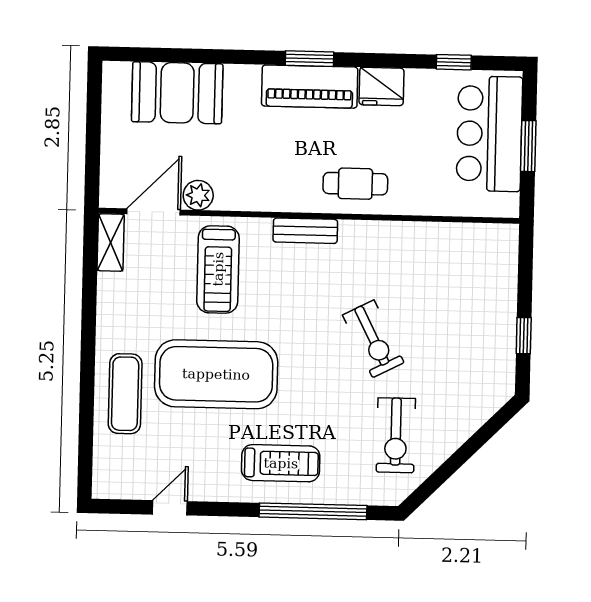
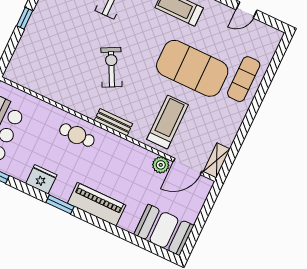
window: (309, 59) -> (60, 204), moved
piano: (310, 87) -> (97, 204), moved
booth: (177, 93) -> (164, 230), moved
exercise bike: (373, 339) -> (111, 67), moved

